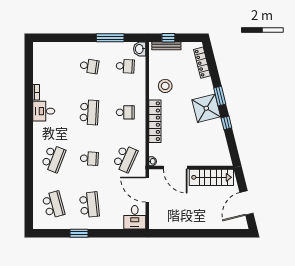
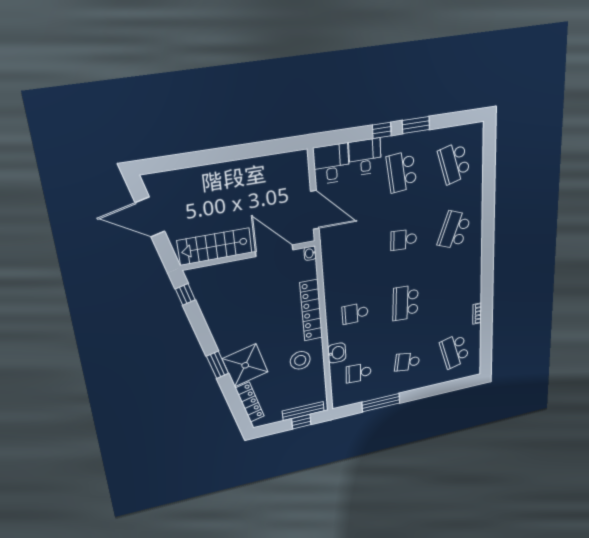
washbasin: (140, 49) -> (337, 353), moved
shower: (206, 108) -> (245, 365), moved
desk: (44, 111) -> (365, 157), moved, turned -90
window: (226, 123) -> (185, 294), moved
school desk: (125, 159) -> (454, 351), moved, turned -39
door: (246, 203) -> (150, 217), swing flipped
window: (101, 233) -> (382, 130), added

